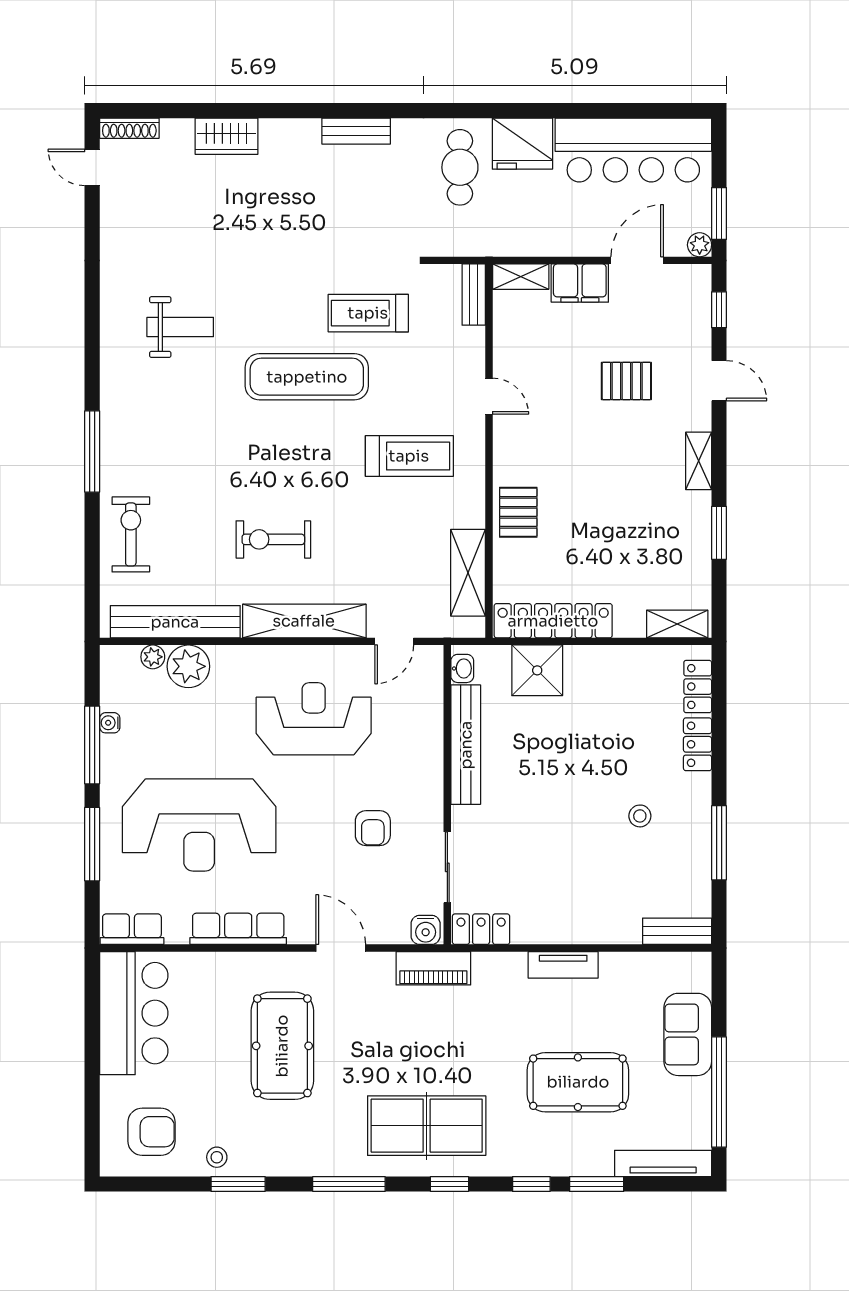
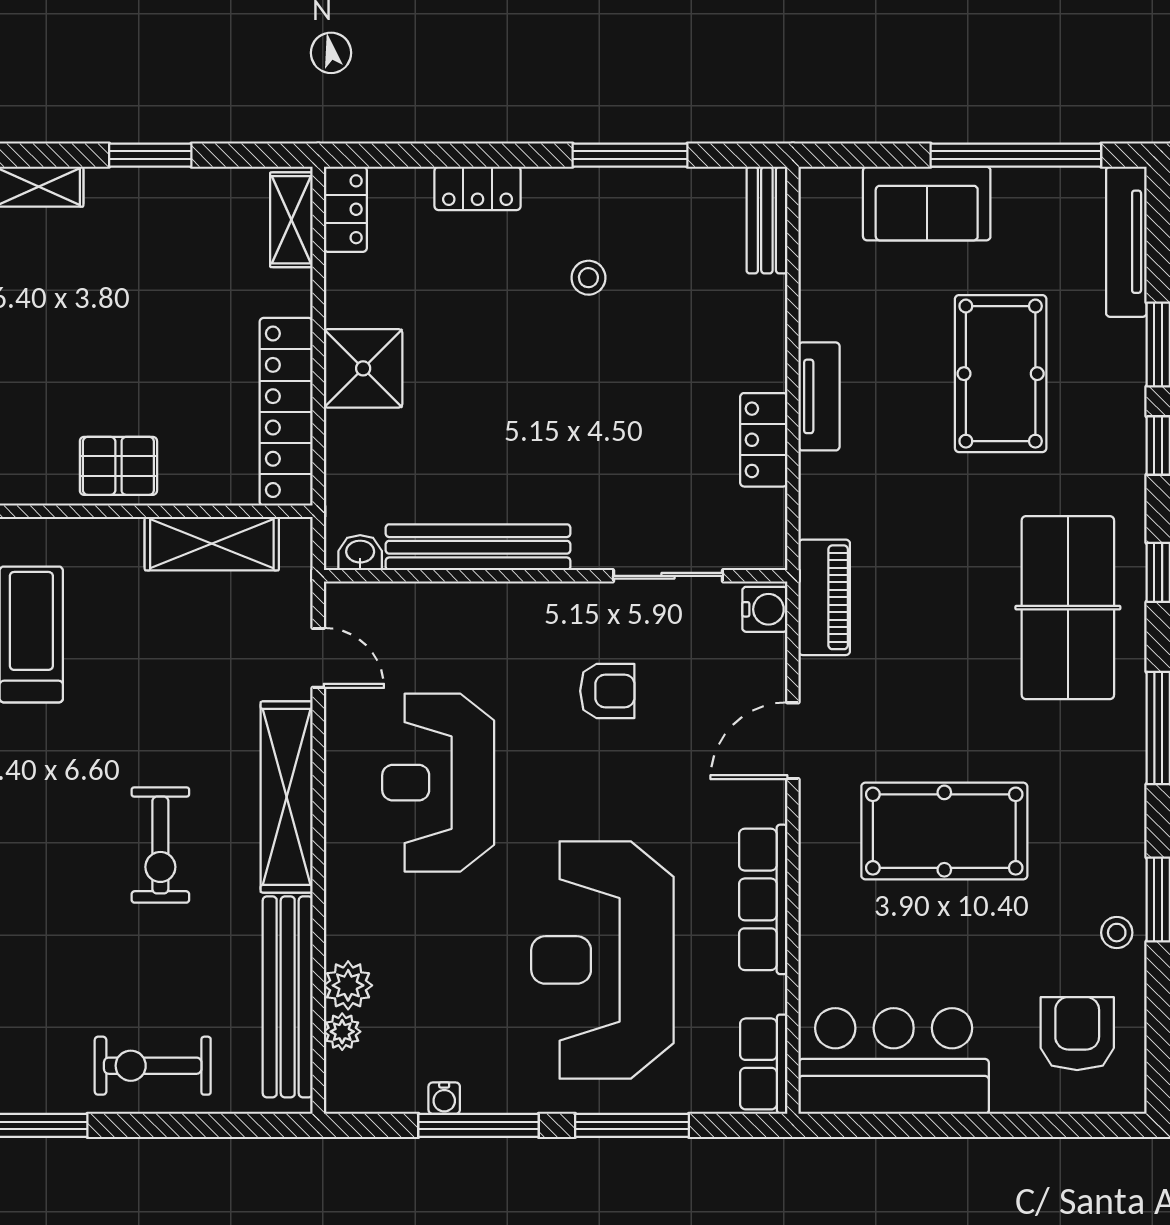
plant: (188, 666) -> (348, 985), width x0.73, depth x0.73
shower: (537, 670) -> (363, 368), moved
locker: (698, 687) -> (345, 209), moved, turned -90
reception desk: (199, 825) -> (602, 960), turned 180
locker: (481, 929) -> (764, 440), moved

